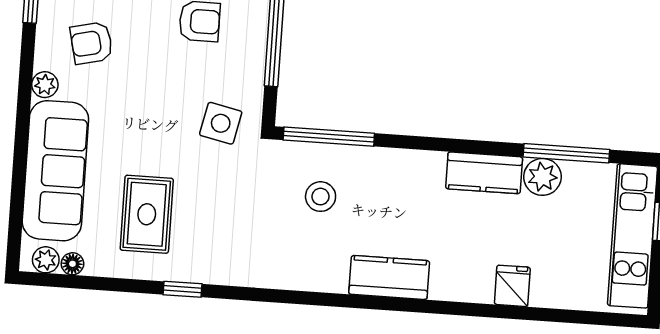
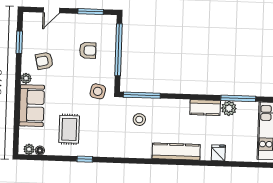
sofa: (55, 171) -> (32, 106), width x0.73
kitchen counter: (389, 277) -> (176, 152), width x1.50

